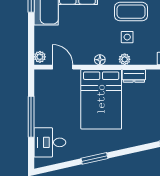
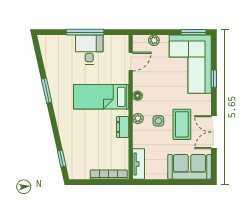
plant: (40, 57) -> (154, 40), moved
bed: (101, 99) -> (101, 97), width x0.67
desk: (50, 142) -> (89, 50), moved

